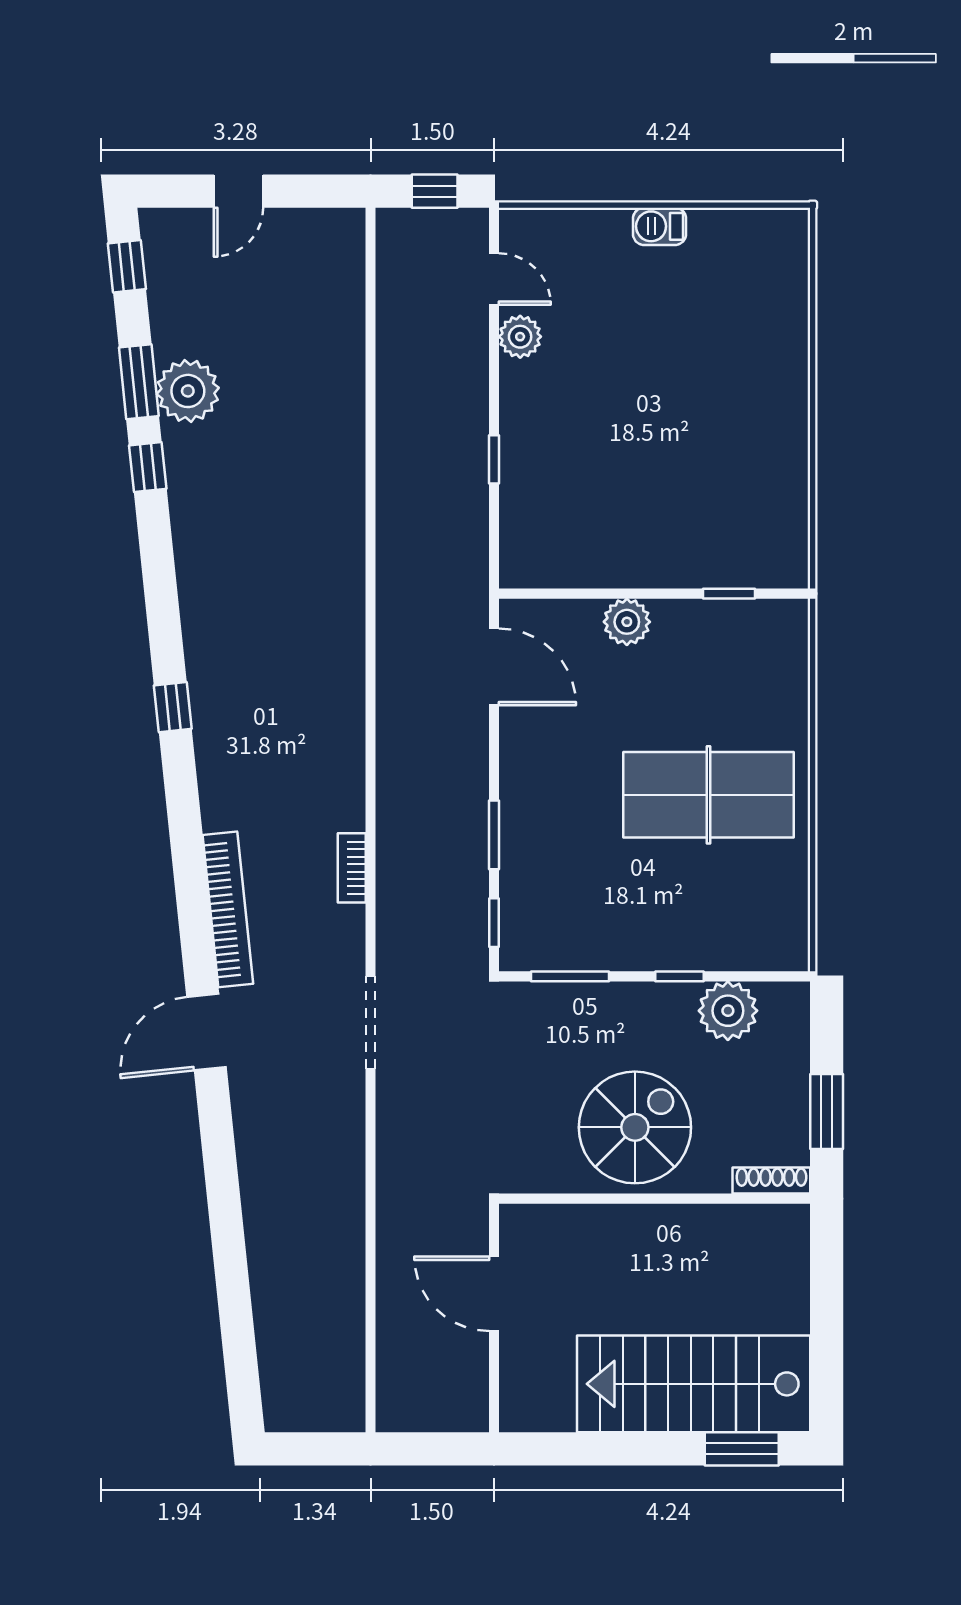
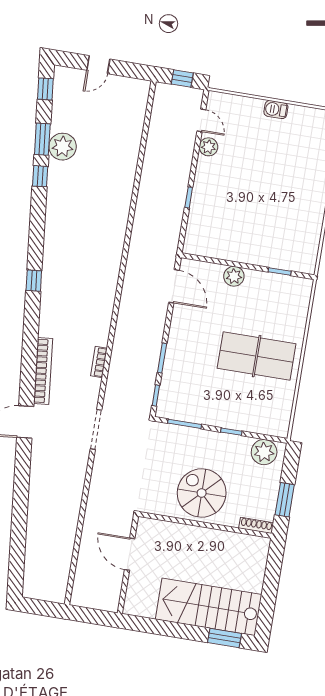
plant: (728, 1011) -> (264, 452), moved
spiral stairs: (635, 1127) -> (202, 493), turned -90

